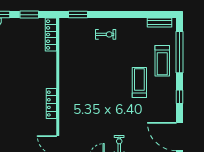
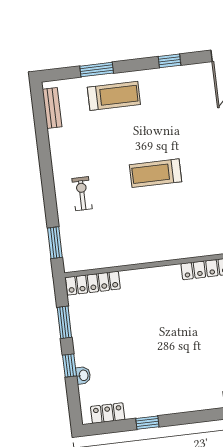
window: (179, 52) -> (97, 70), width x0.47
treadmill: (139, 83) -> (156, 173), moved

